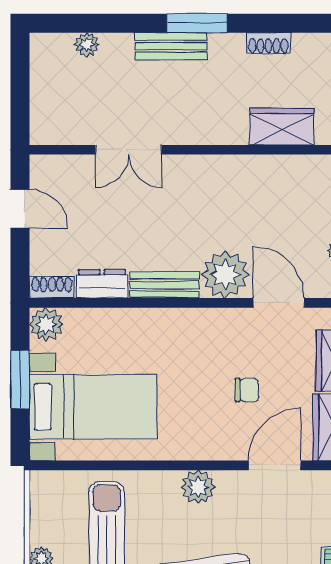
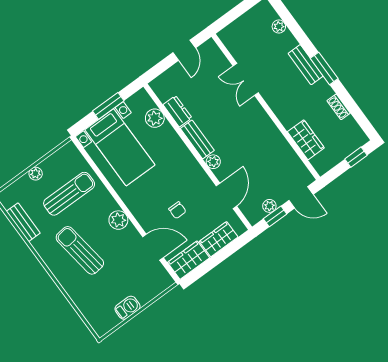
plant: (225, 274) -> (213, 162), width x0.53, depth x0.53
shoe rack: (52, 287) -> (160, 90), removed
plant: (46, 324) -> (155, 118), moved

